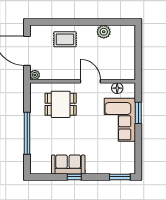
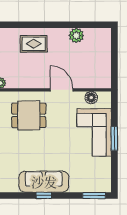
window: (138, 113) -> (114, 138), moved
sofa: (68, 165) -> (44, 182), width x1.36

